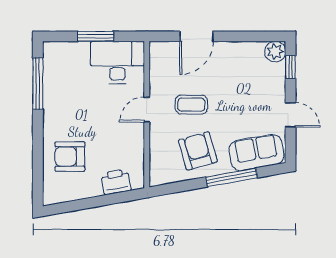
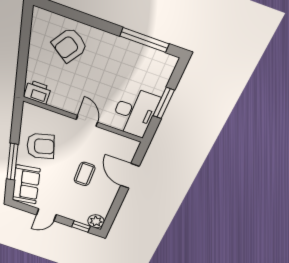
coffee table: (191, 105) -> (85, 174), moved
armchair: (70, 157) -> (70, 45), turned -145
printer: (116, 182) -> (37, 92), moved, turned -80

